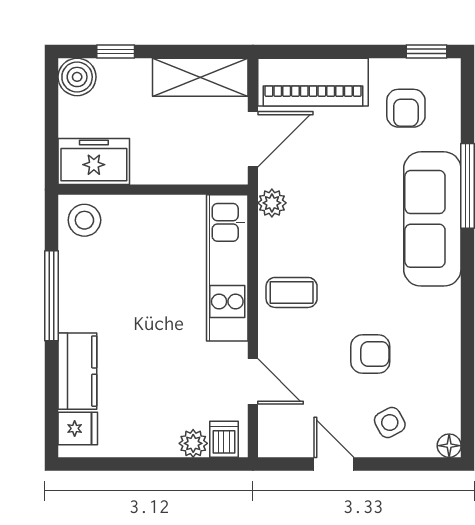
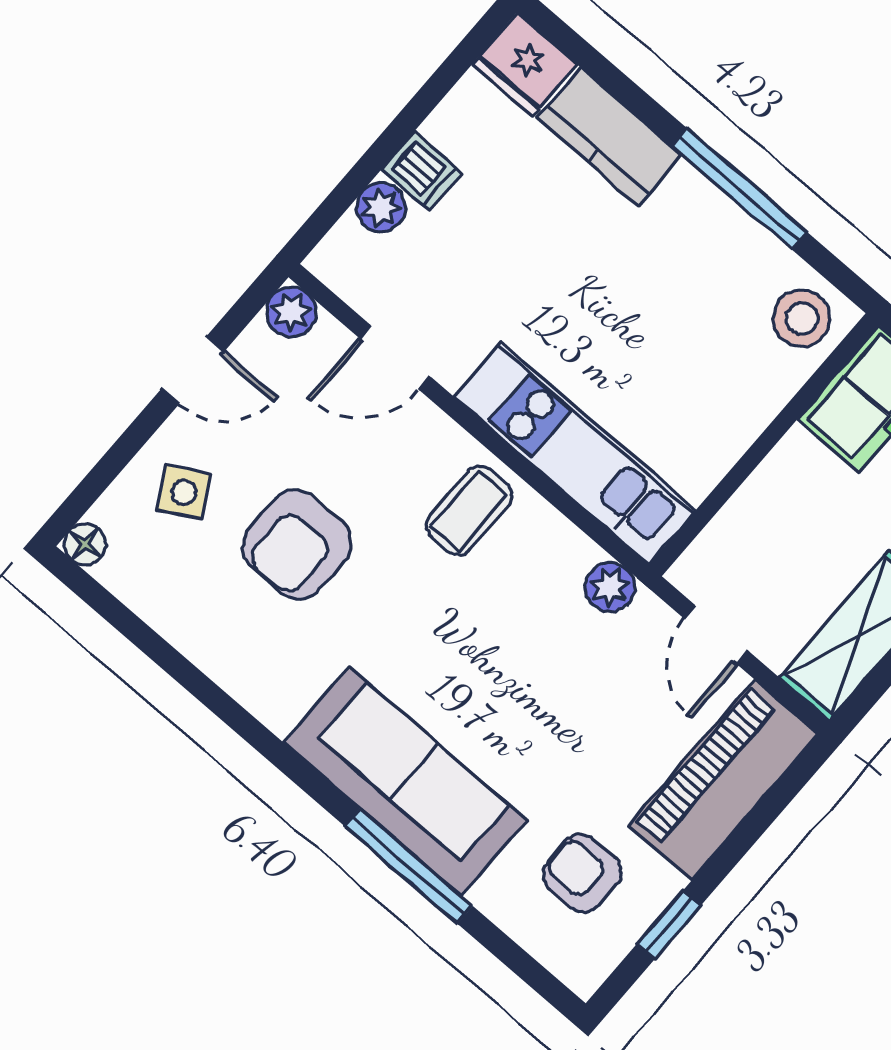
window: (427, 51) -> (669, 925), moved
door: (253, 139) -> (716, 635), width x0.73
armchair: (370, 354) -> (297, 544), width x1.38, depth x1.38
fridge: (78, 428) -> (525, 64), width x1.38
dishwasher: (224, 439) -> (422, 171), moved
plant: (272, 443) -> (291, 312), added

